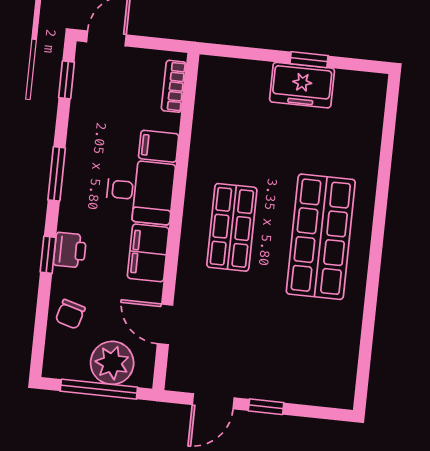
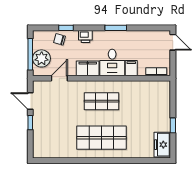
window: (66, 80) -> (154, 28), removed
freezer: (302, 85) -> (162, 145), moved
window: (48, 255) -> (66, 28), moved

